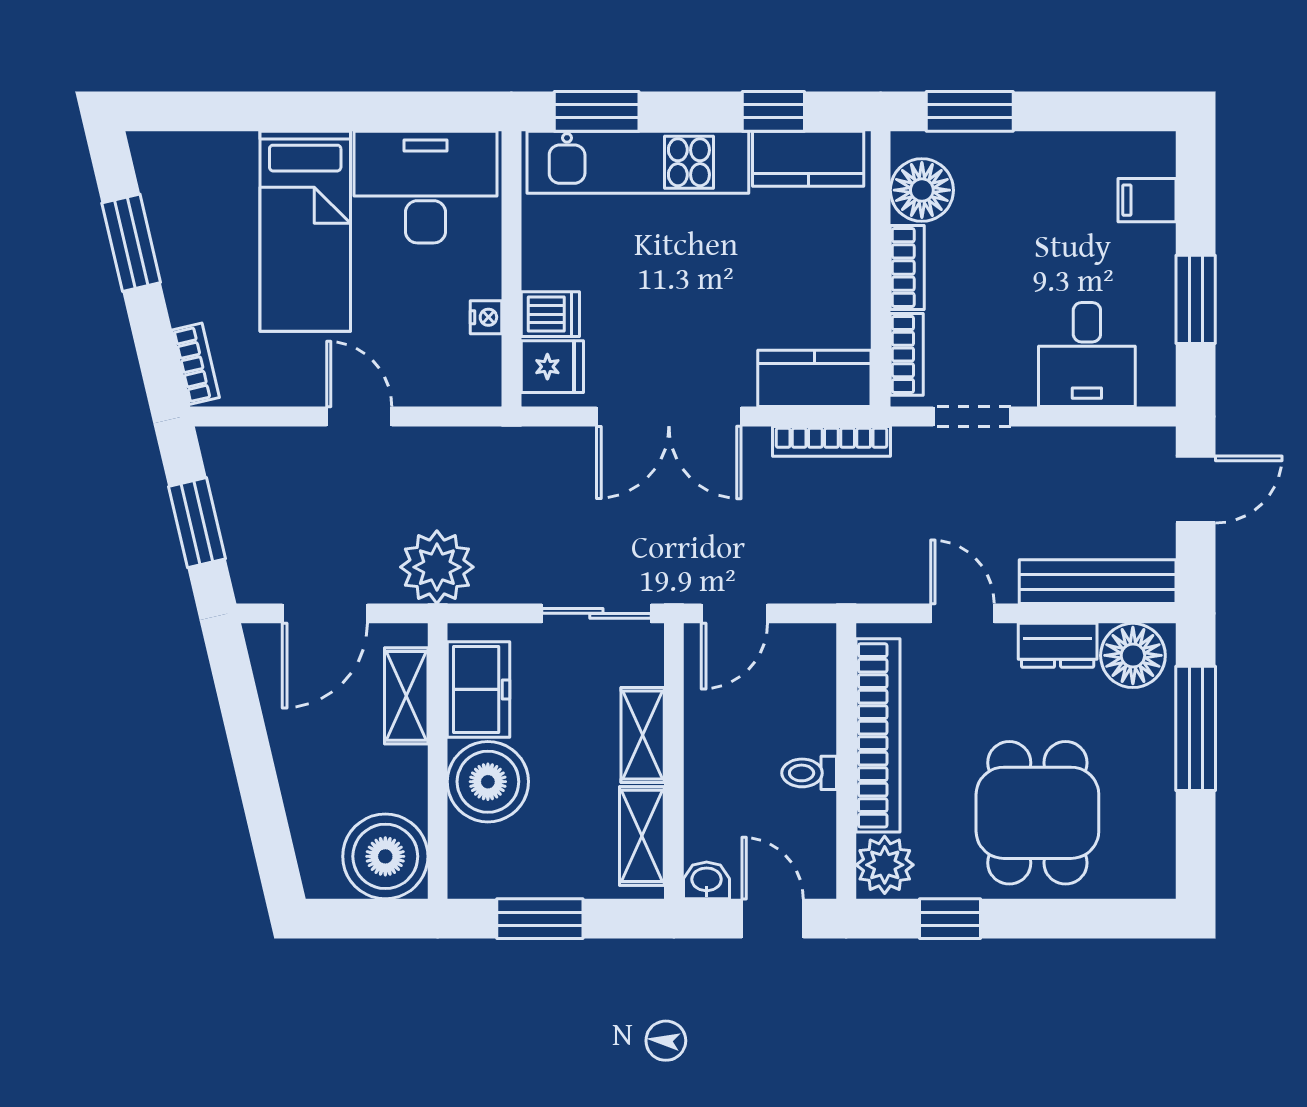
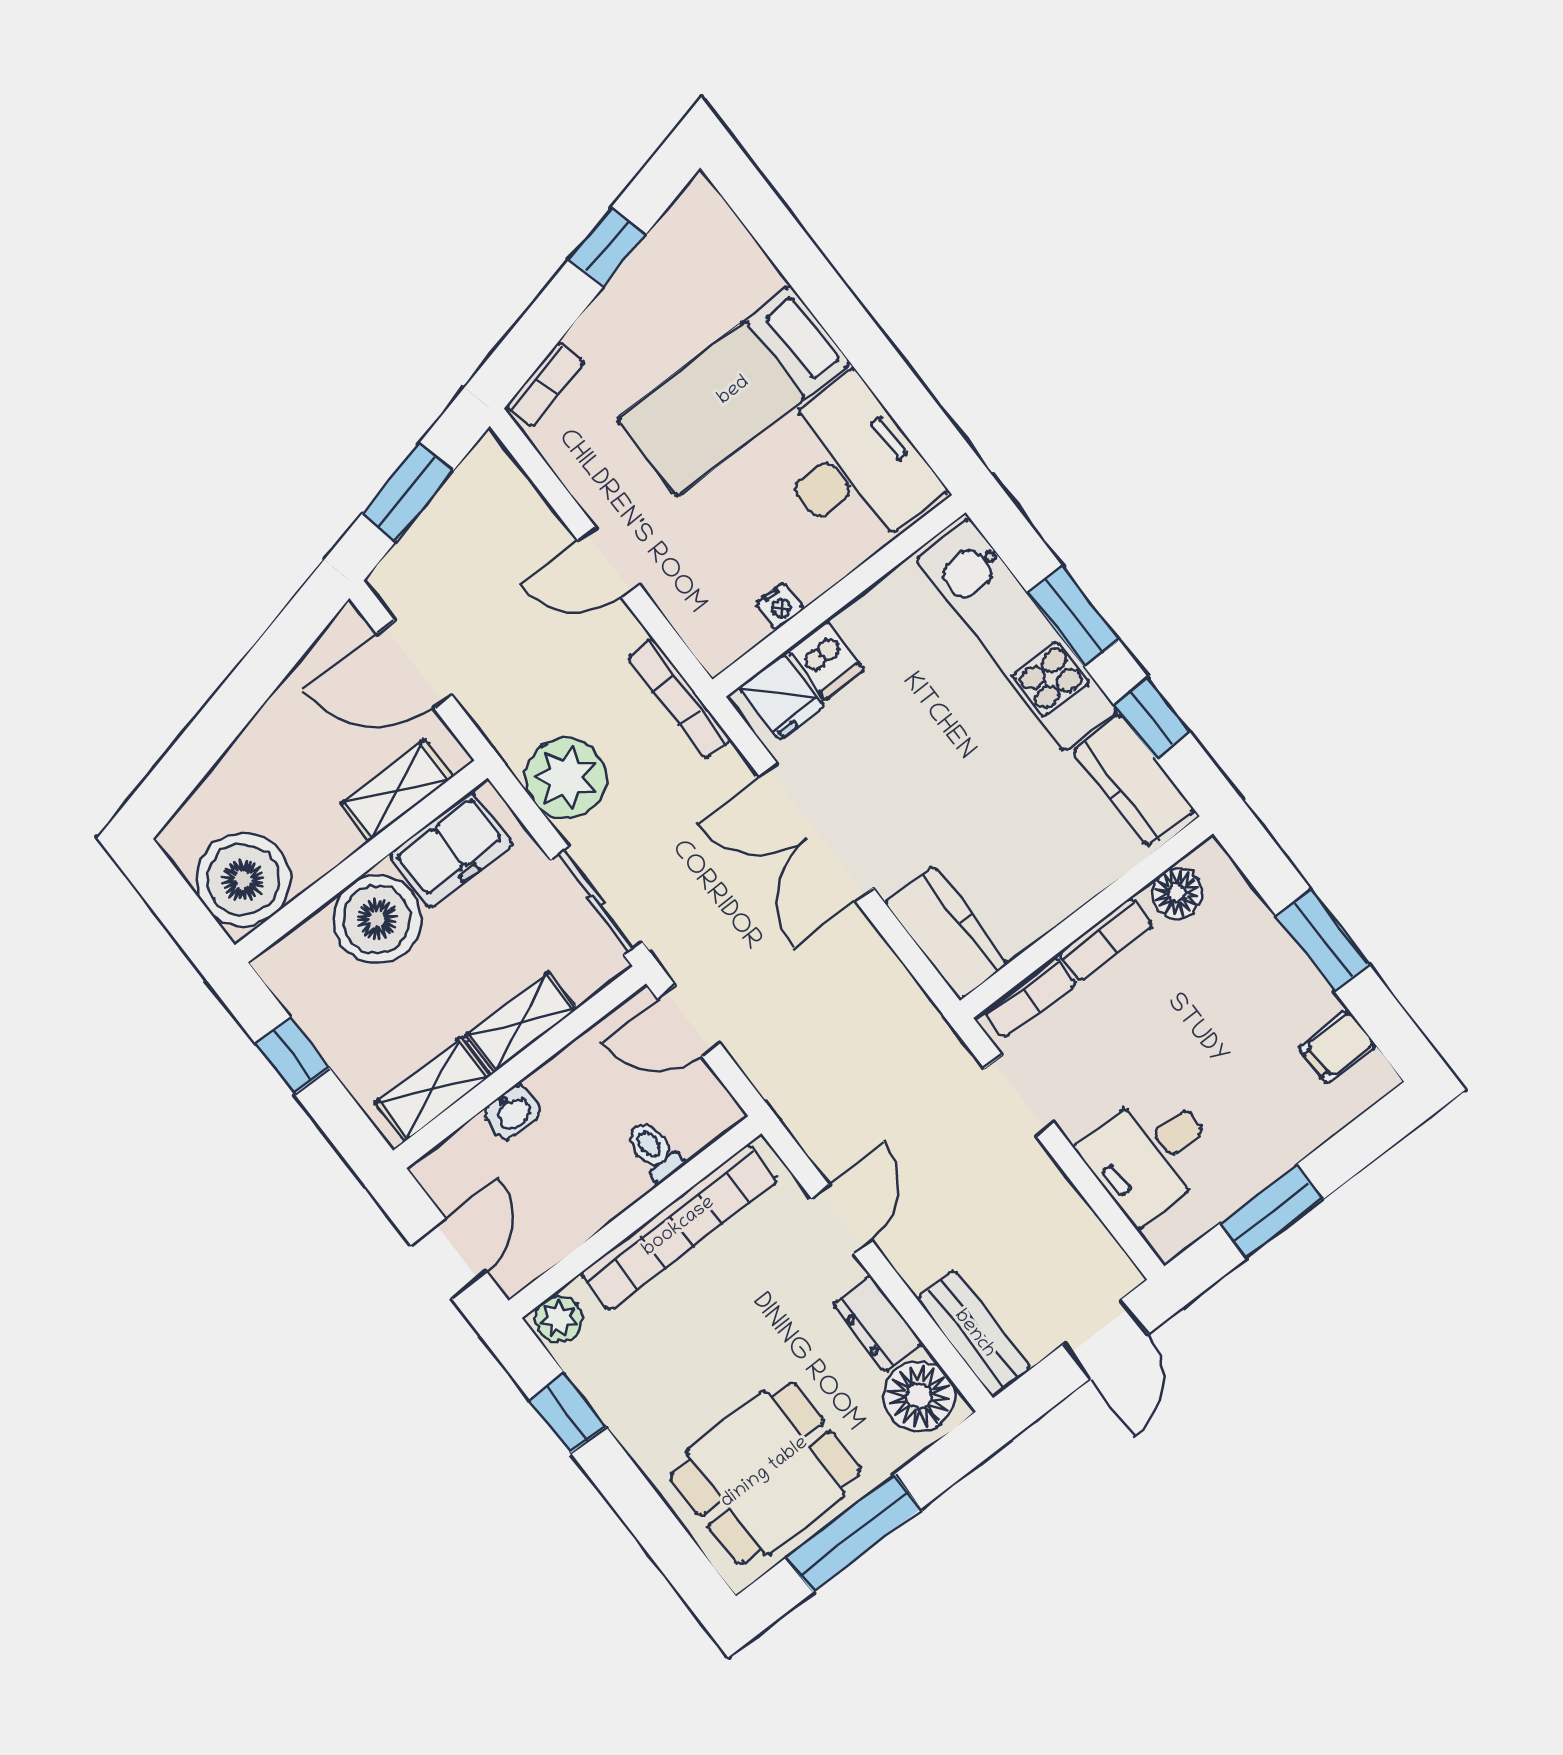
window: (597, 111) -> (1073, 617), moved
window: (970, 111) -> (1323, 940), moved
floor lamp: (922, 190) -> (1177, 893), width x0.73, depth x0.73
filing cabinet: (1147, 200) -> (1337, 1046), moved, turned -90
window: (131, 243) -> (607, 247), width x0.67
door: (359, 417) -> (609, 562), swing flipped
bookcase: (831, 441) -> (679, 699), moved
door: (1196, 490) -> (1106, 1339), hinge flipped
plant: (437, 567) -> (566, 778), moved
bench: (1098, 582) -> (974, 1334), width x0.73
window: (1196, 728) -> (854, 1533), moved
toilet: (809, 773) -> (654, 1151), moved
dining table: (1037, 813) -> (765, 1473), moved
plant: (885, 865) -> (558, 1319), width x0.73, depth x0.73
washbasin: (707, 880) -> (512, 1112), moved, turned 90
window: (540, 919) -> (293, 1056), width x0.67

